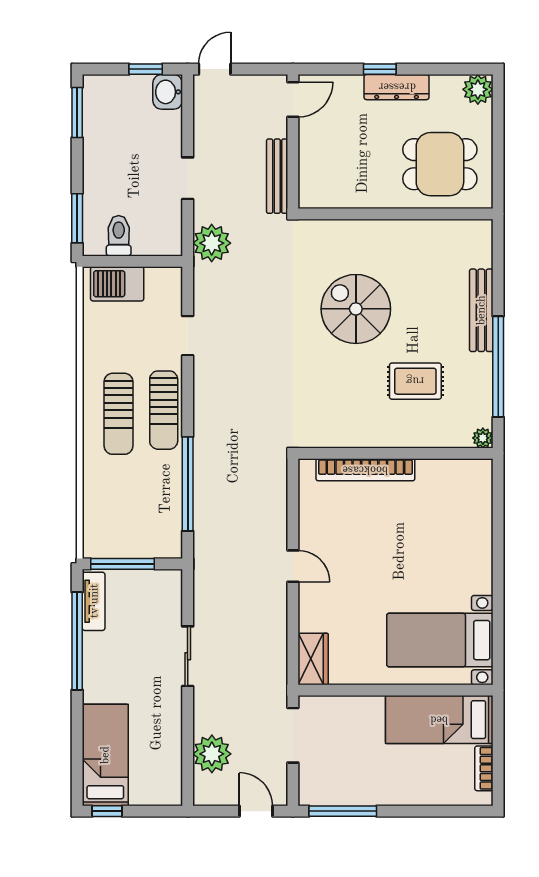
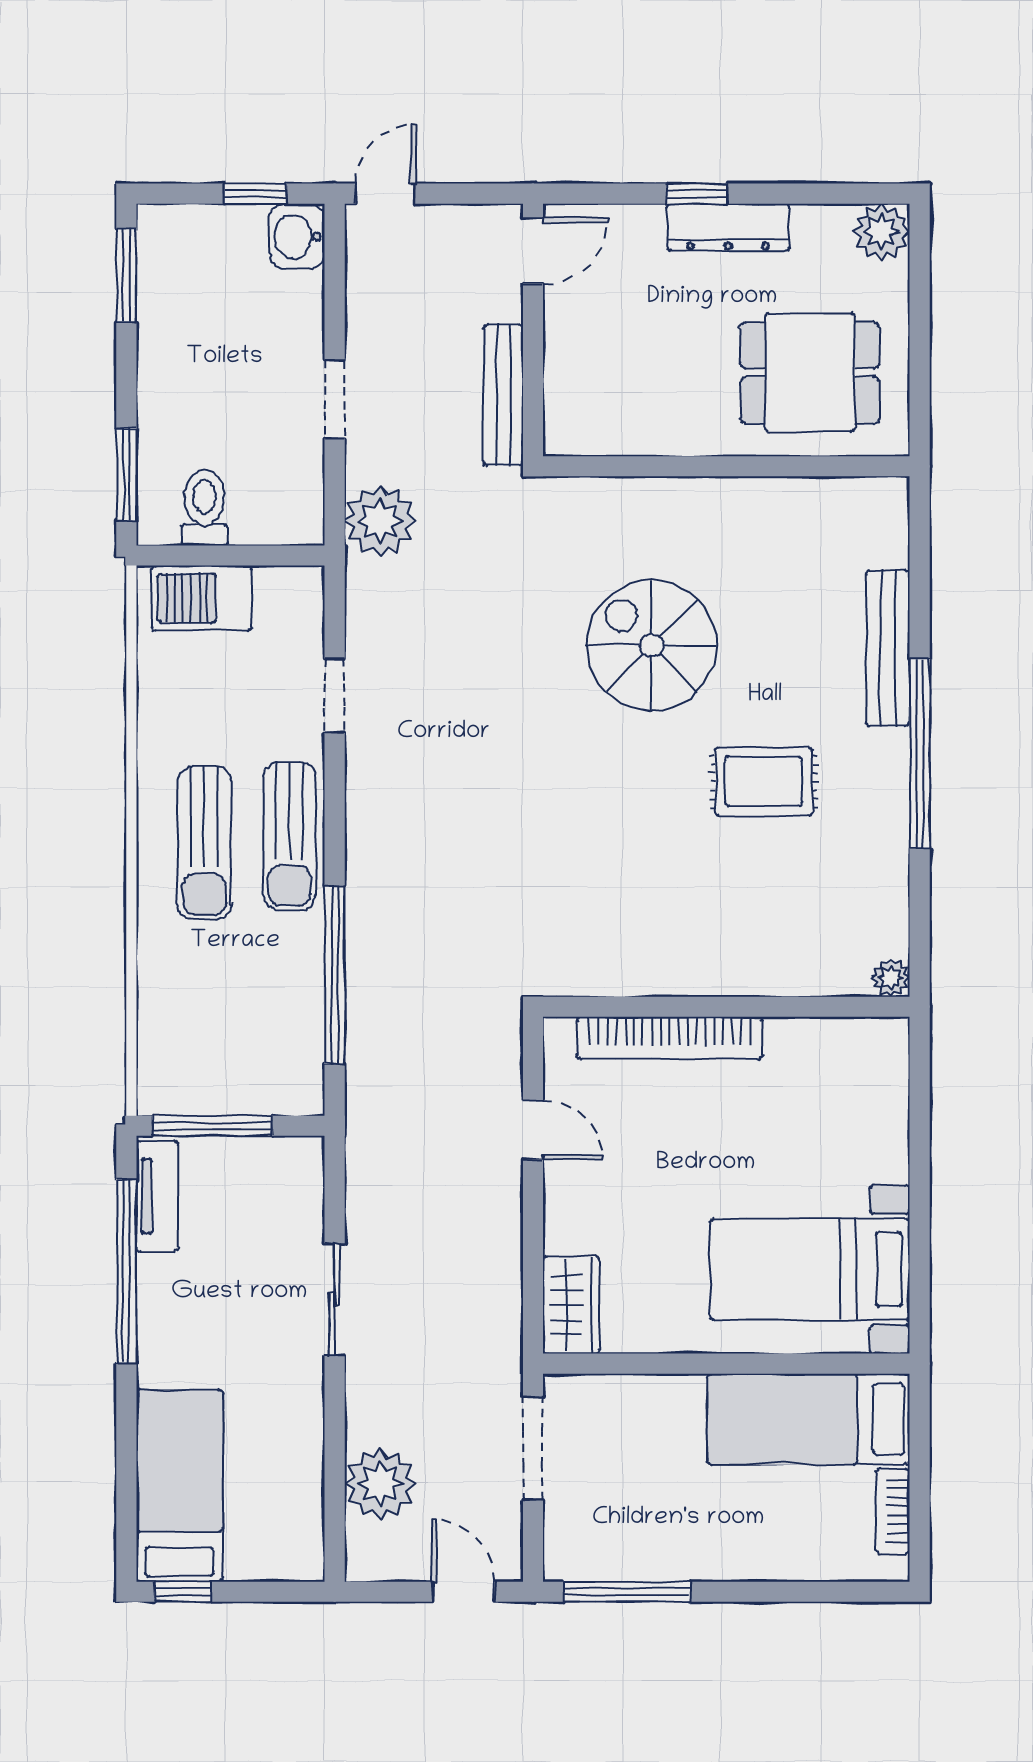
plant: (483, 438) -> (891, 978), moved
wall: (396, 453) -> (726, 1007), moved
bookcase: (365, 470) -> (670, 1038), moved

